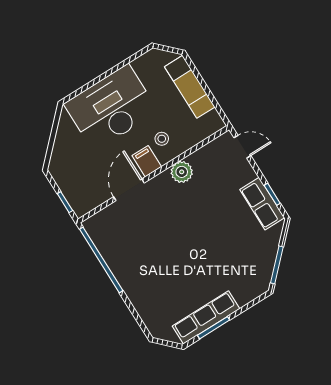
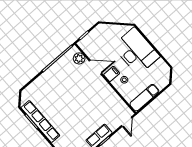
exam couch: (190, 87) -> (144, 98), moved
plant: (182, 172) -> (79, 58), moved
row of seats: (206, 317) -> (40, 122), width x1.36

